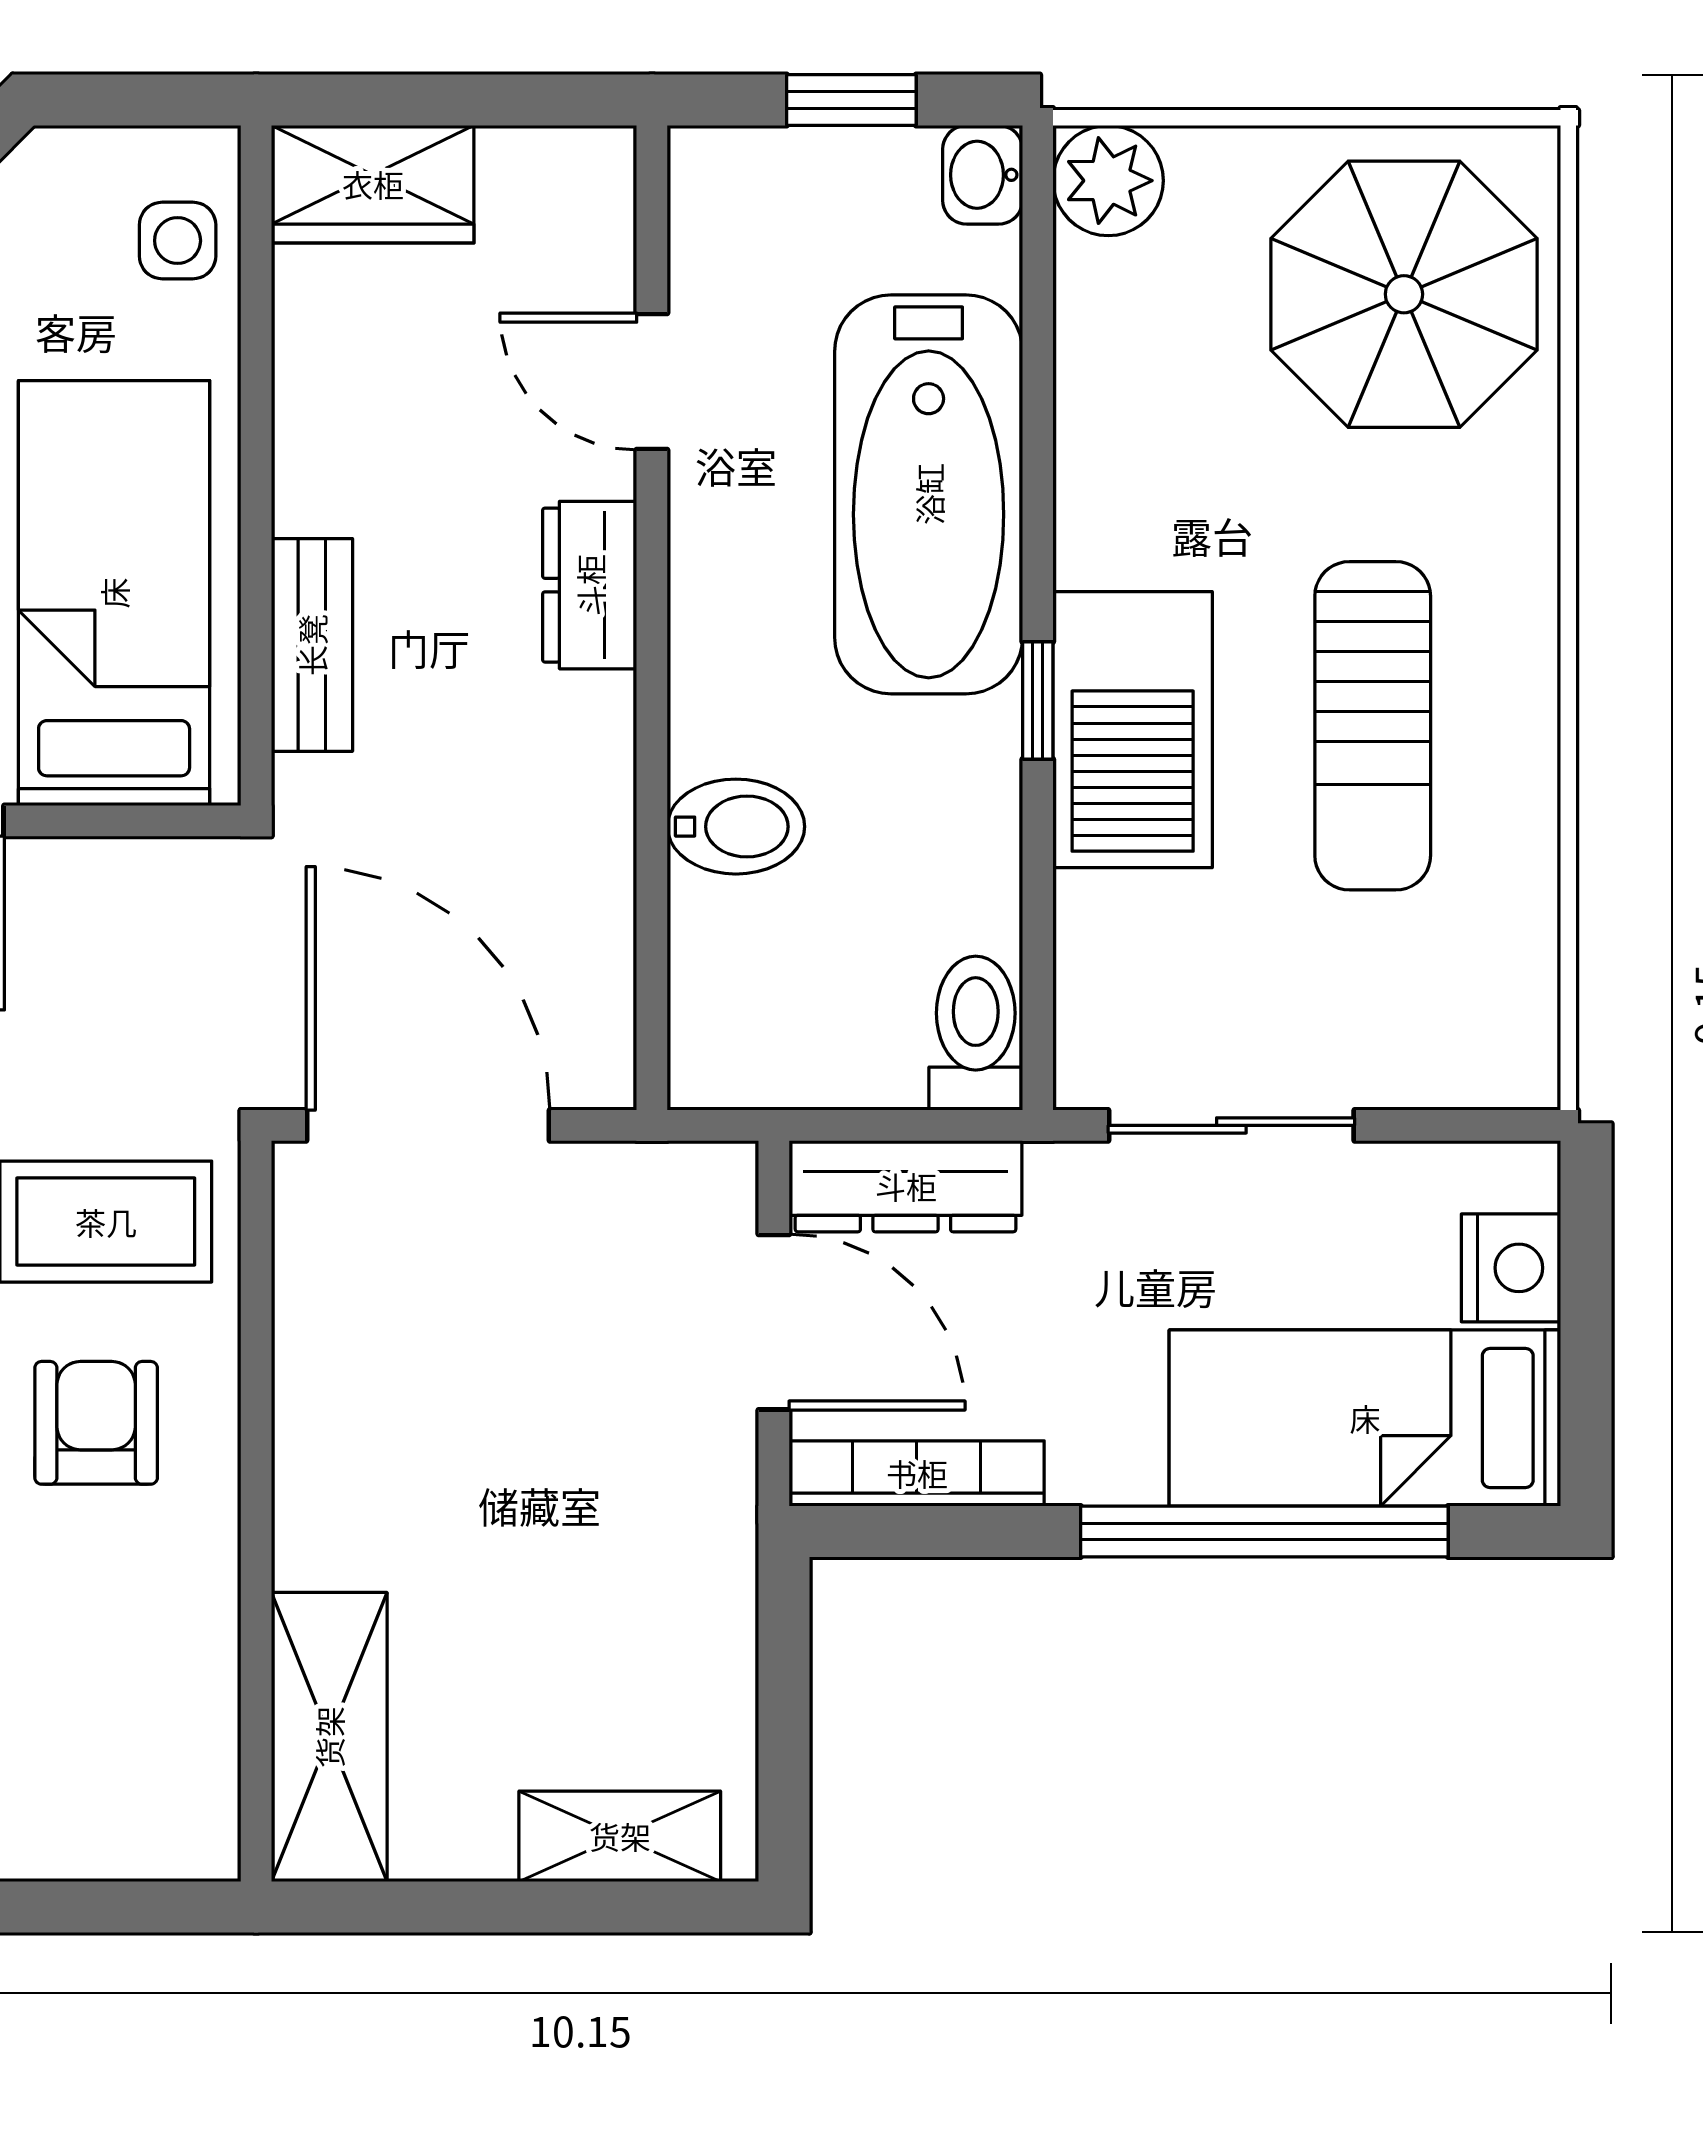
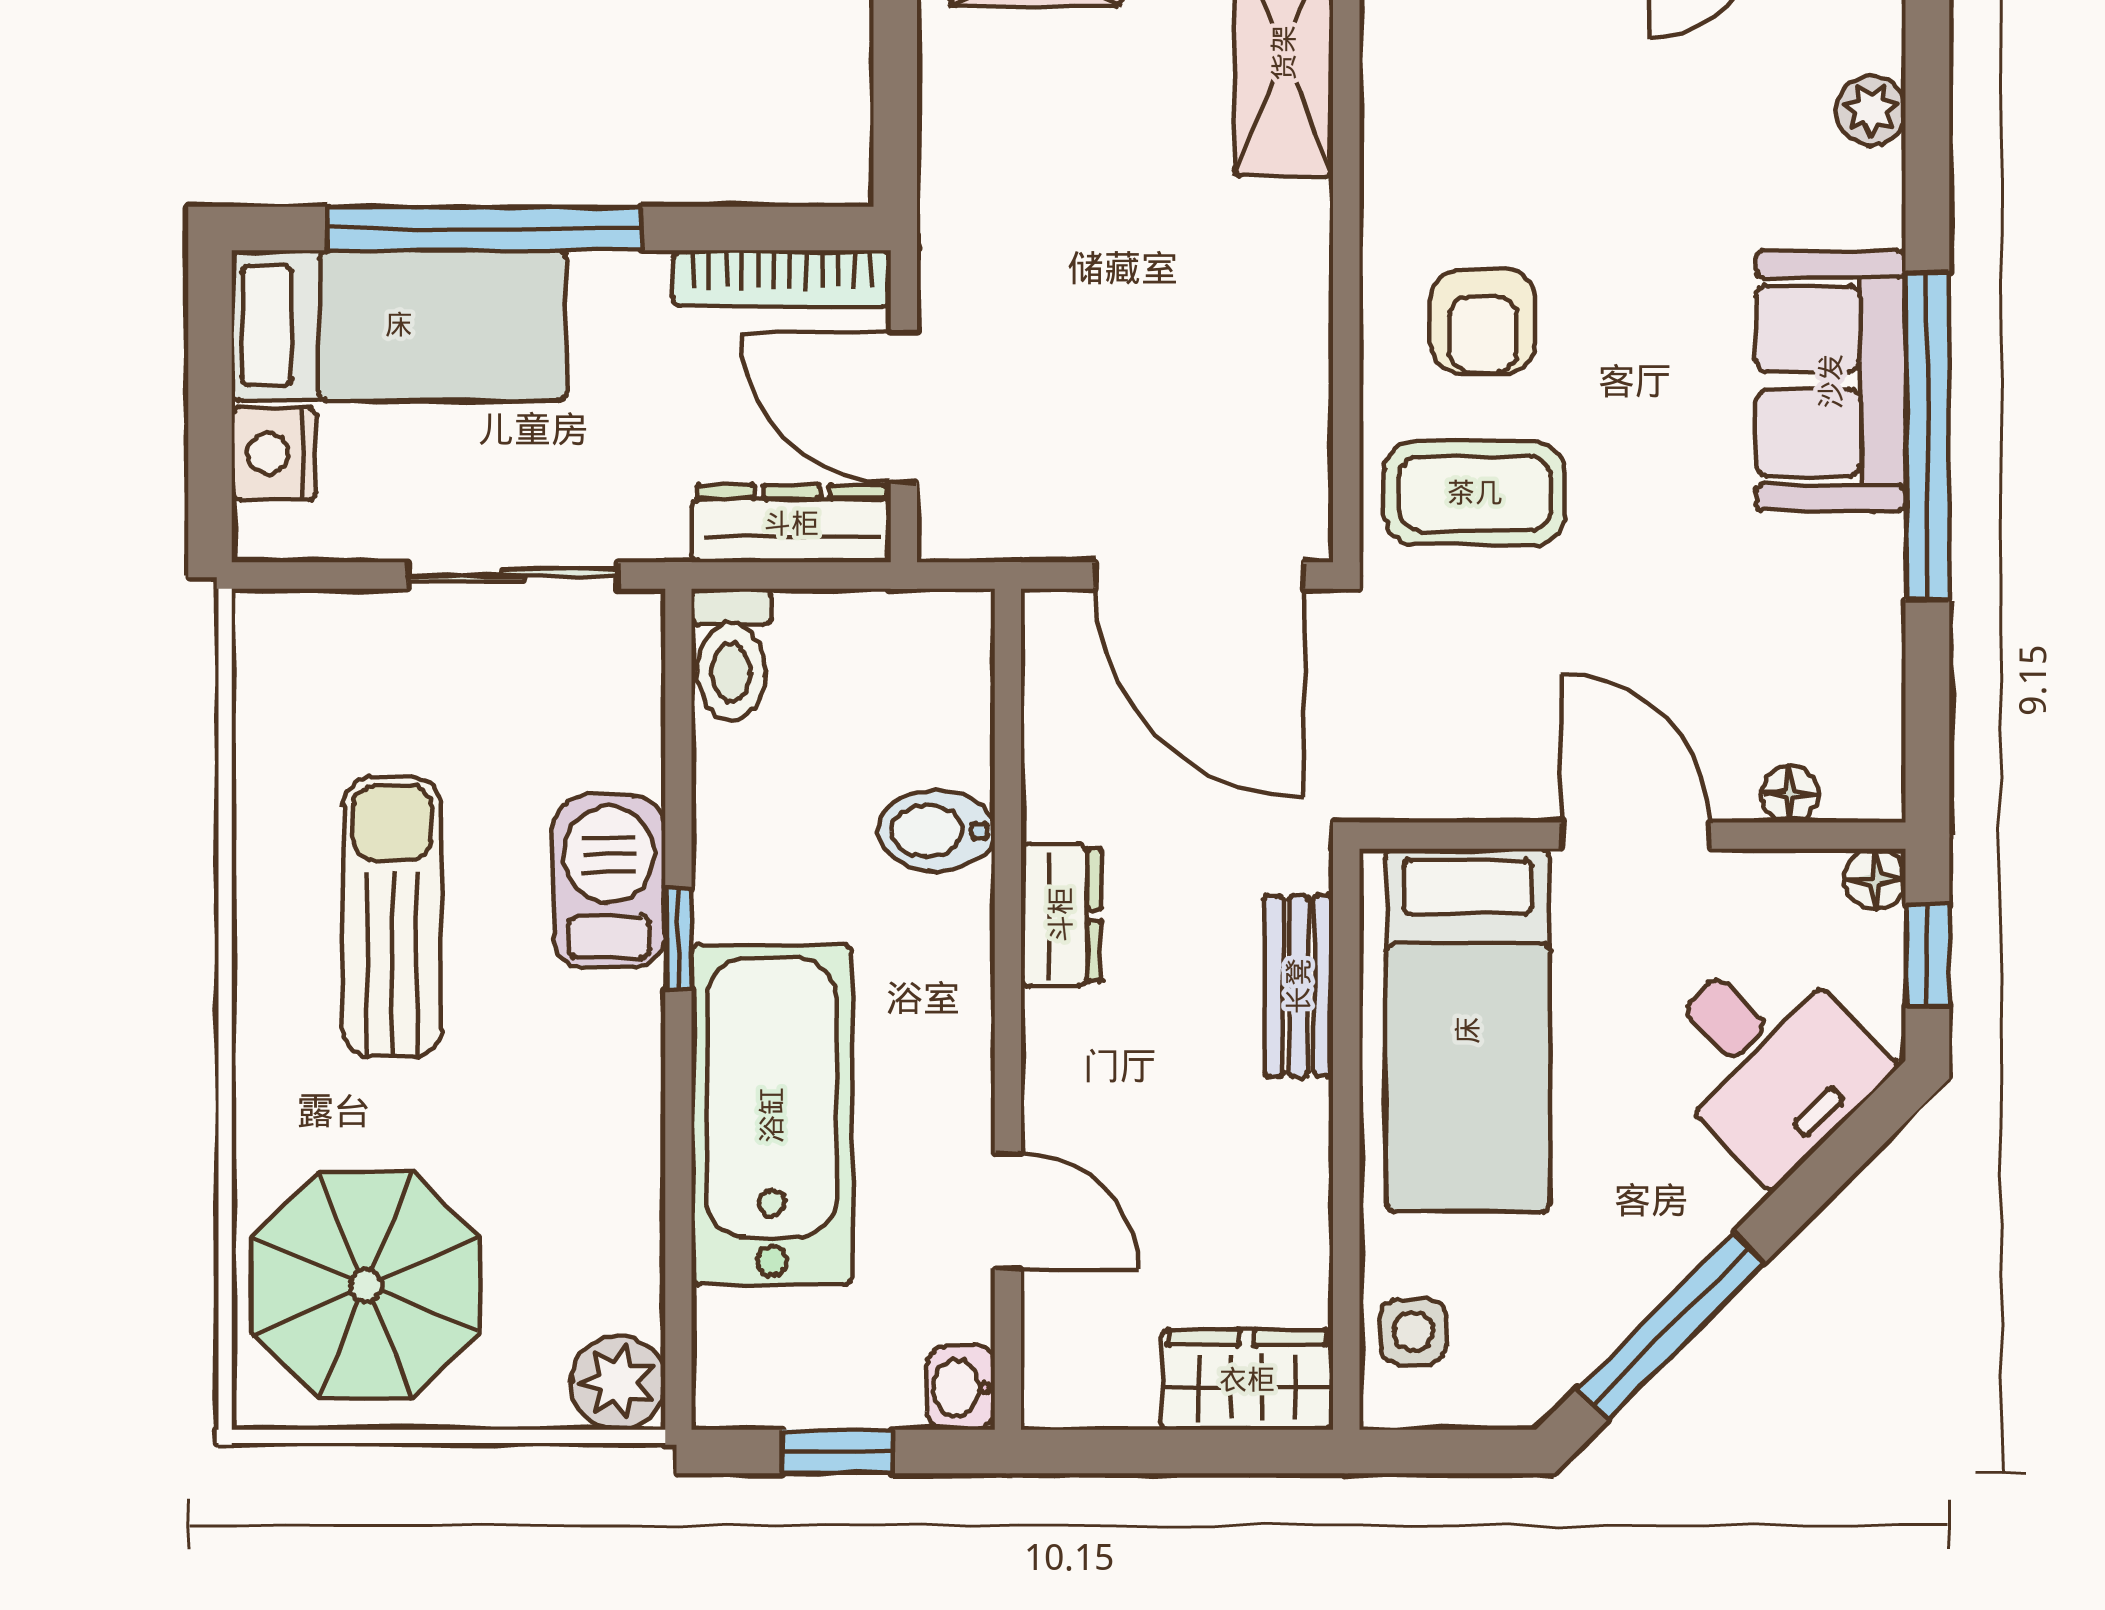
washbasin: (983, 175) -> (961, 1388), moved, turned 180
dresser: (590, 585) -> (1061, 915), moved
barbecue: (1133, 730) -> (609, 882), width x0.73, depth x0.83

